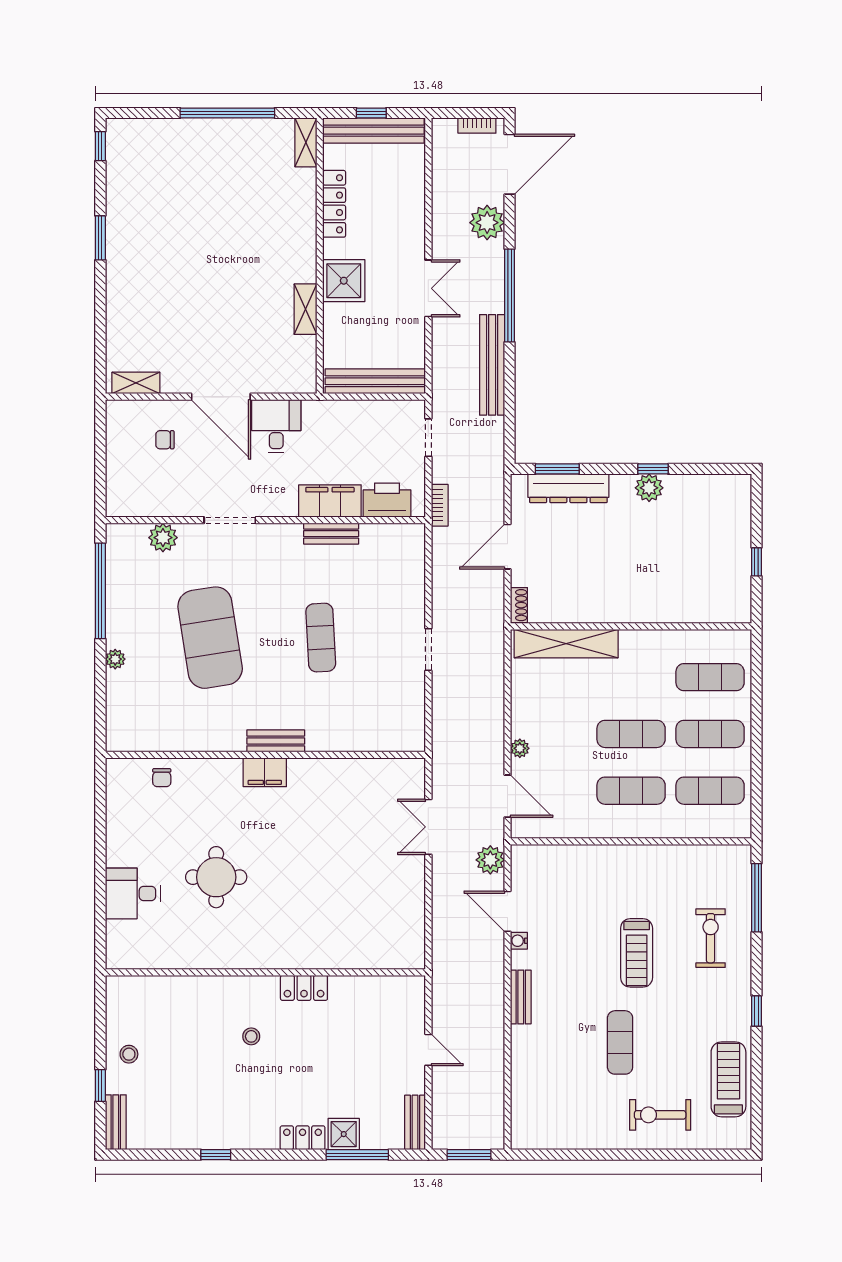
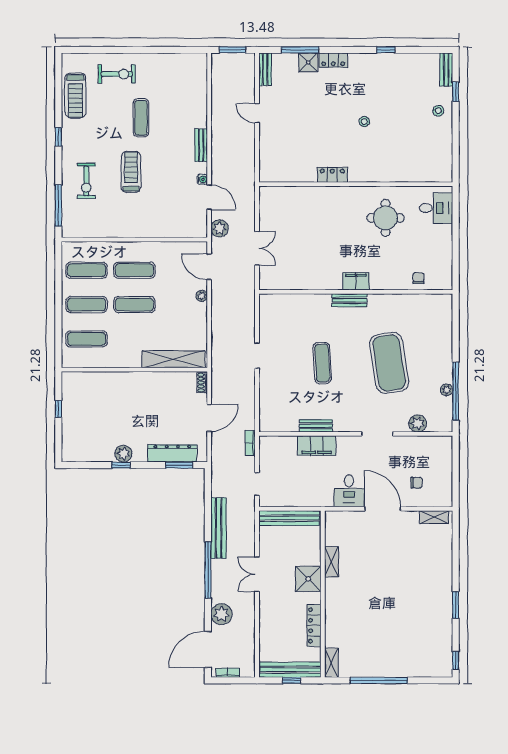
printer: (387, 500) -> (282, 446), removed
plant: (115, 659) -> (447, 390), moved
wall: (265, 972) -> (356, 184), moved
locker: (304, 988) -> (332, 175), moved

